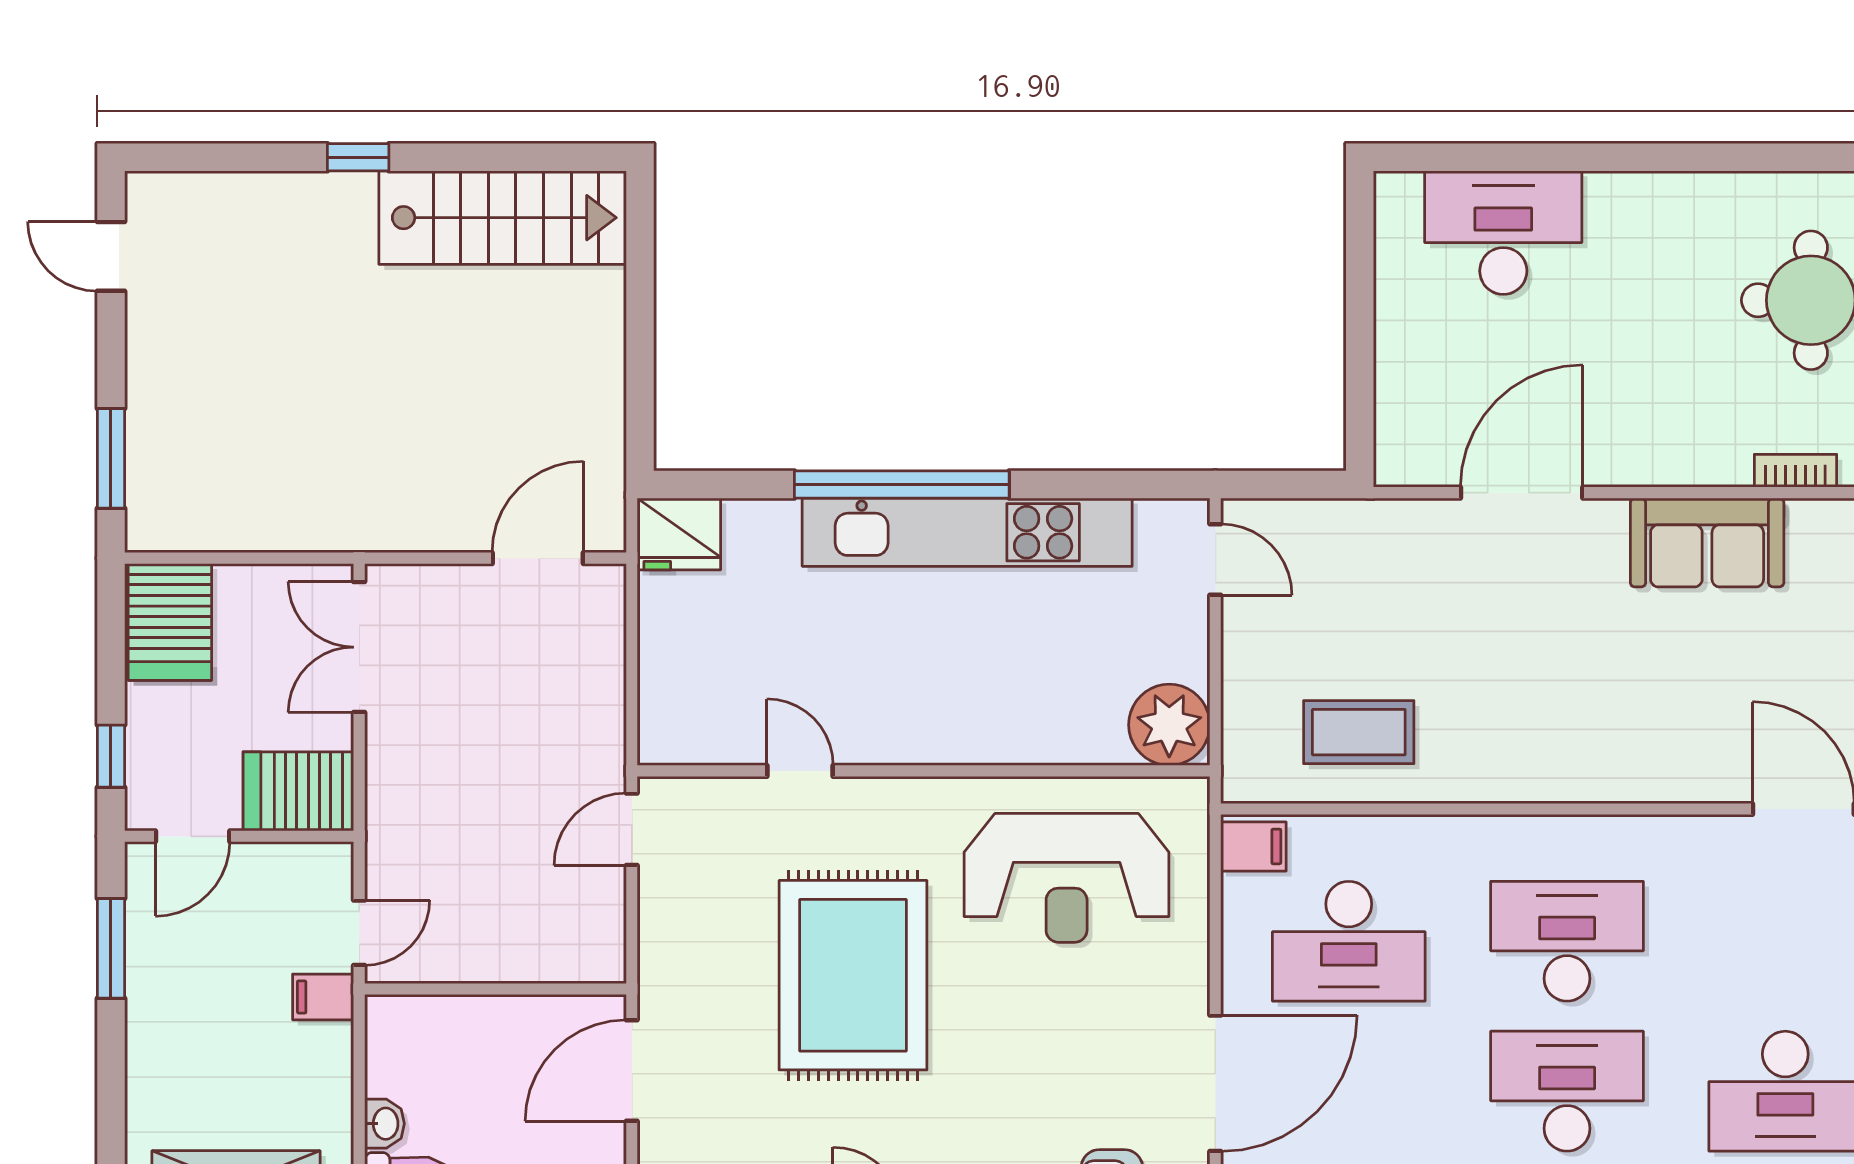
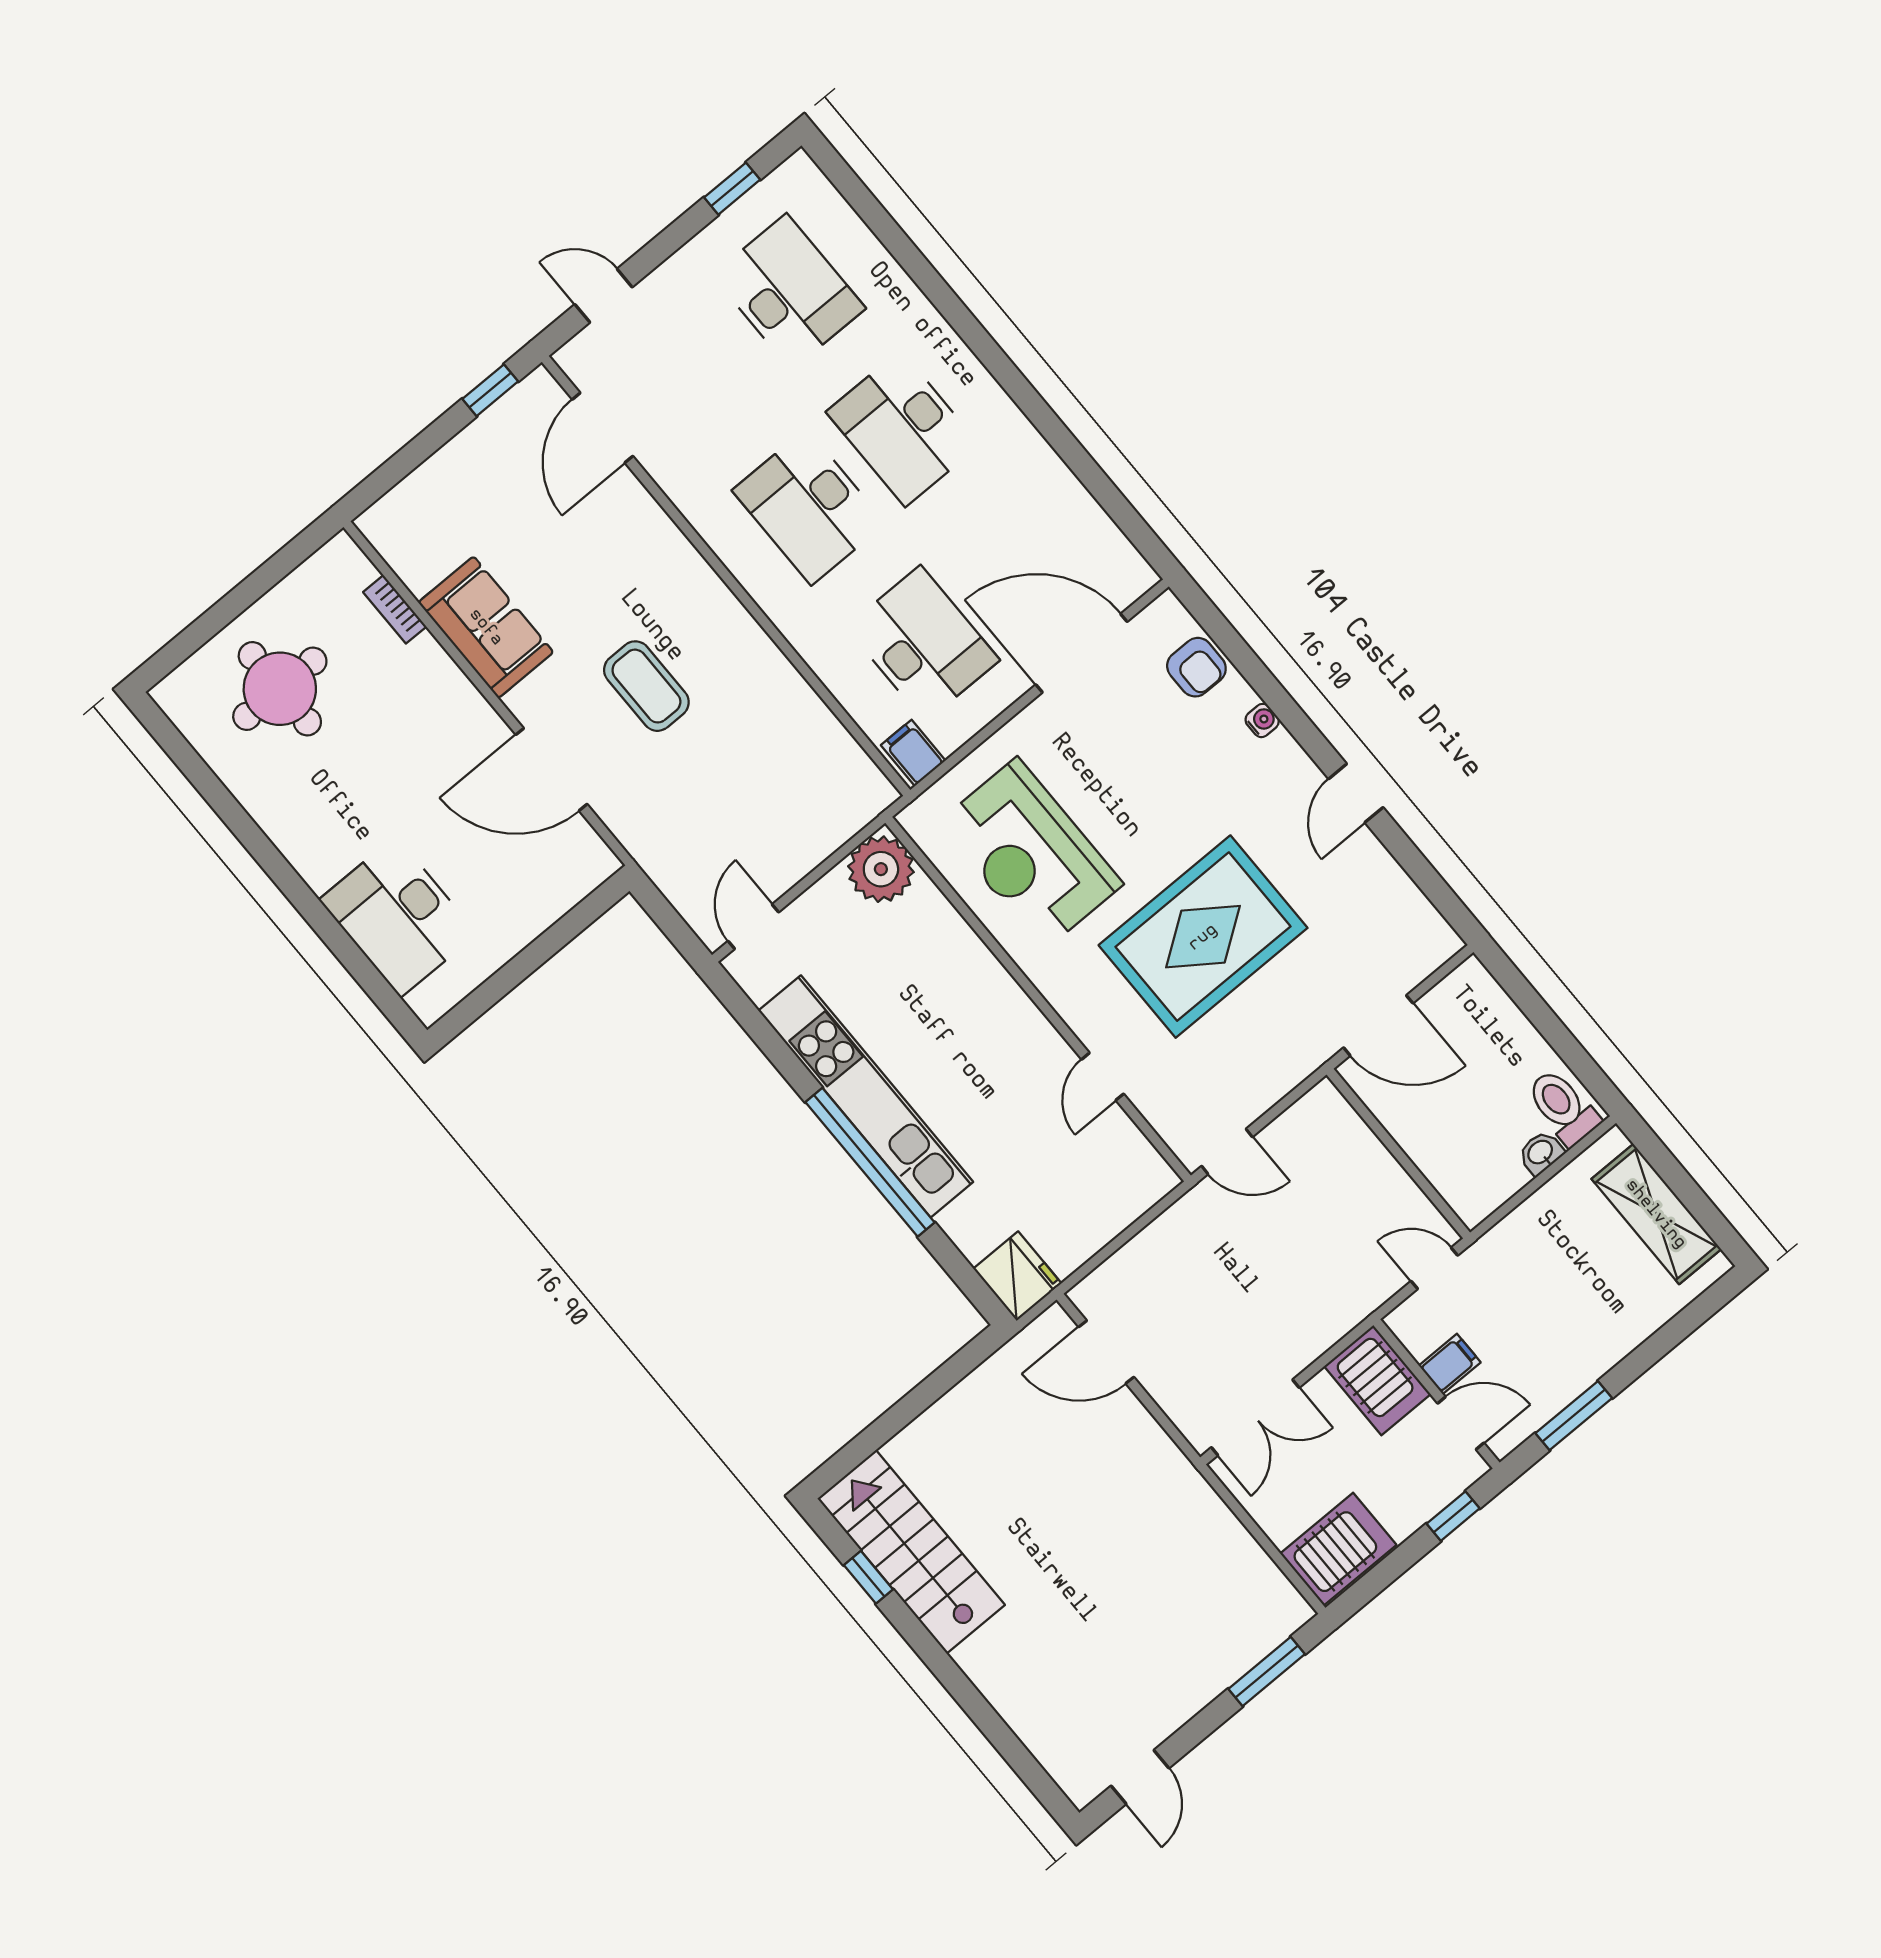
window: (358, 157) -> (868, 1577), moved
coffee table: (1359, 732) -> (646, 686), moved
reception desk: (1067, 878) -> (1030, 854), turned 180
filing cabinet: (323, 997) -> (1450, 1364), moved, turned -90

